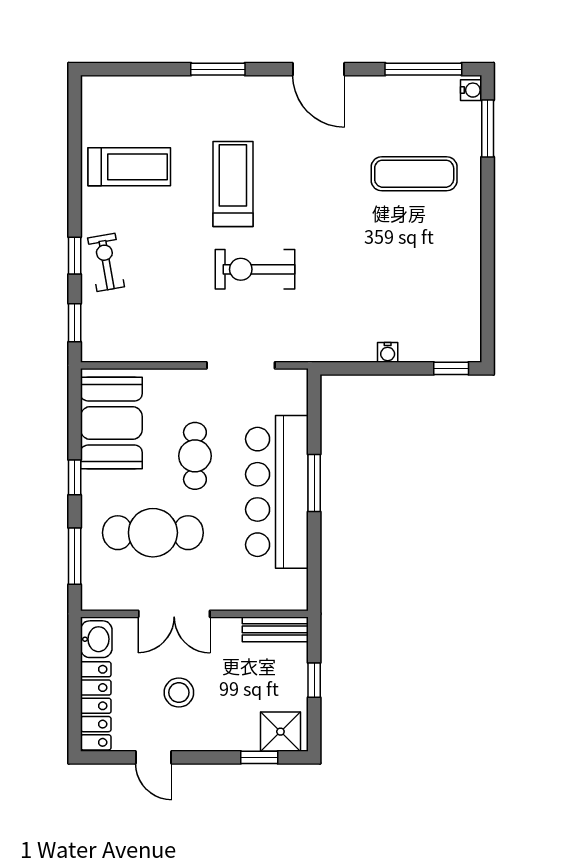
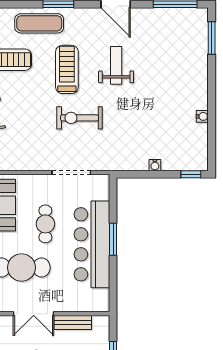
water cooler: (471, 90) -> (202, 116), moved
exercise mat: (414, 174) -> (39, 23), moved
weight bench: (319, 177) -> (116, 65), added
bench: (275, 629) -> (73, 322), moved

